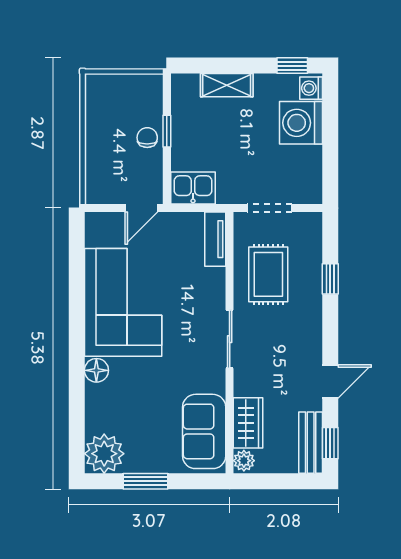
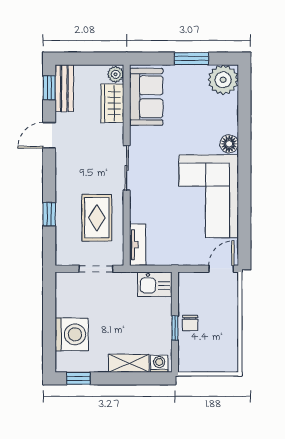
washing machine: (311, 88) -> (159, 364), moved, turned -90
door: (141, 208) -> (221, 269), moved

